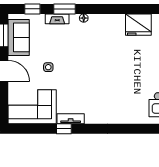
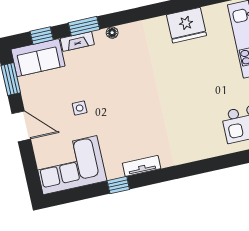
sofa: (19, 37) -> (38, 58), moved, turned 90
tv unit: (71, 119) -> (142, 166), moved

